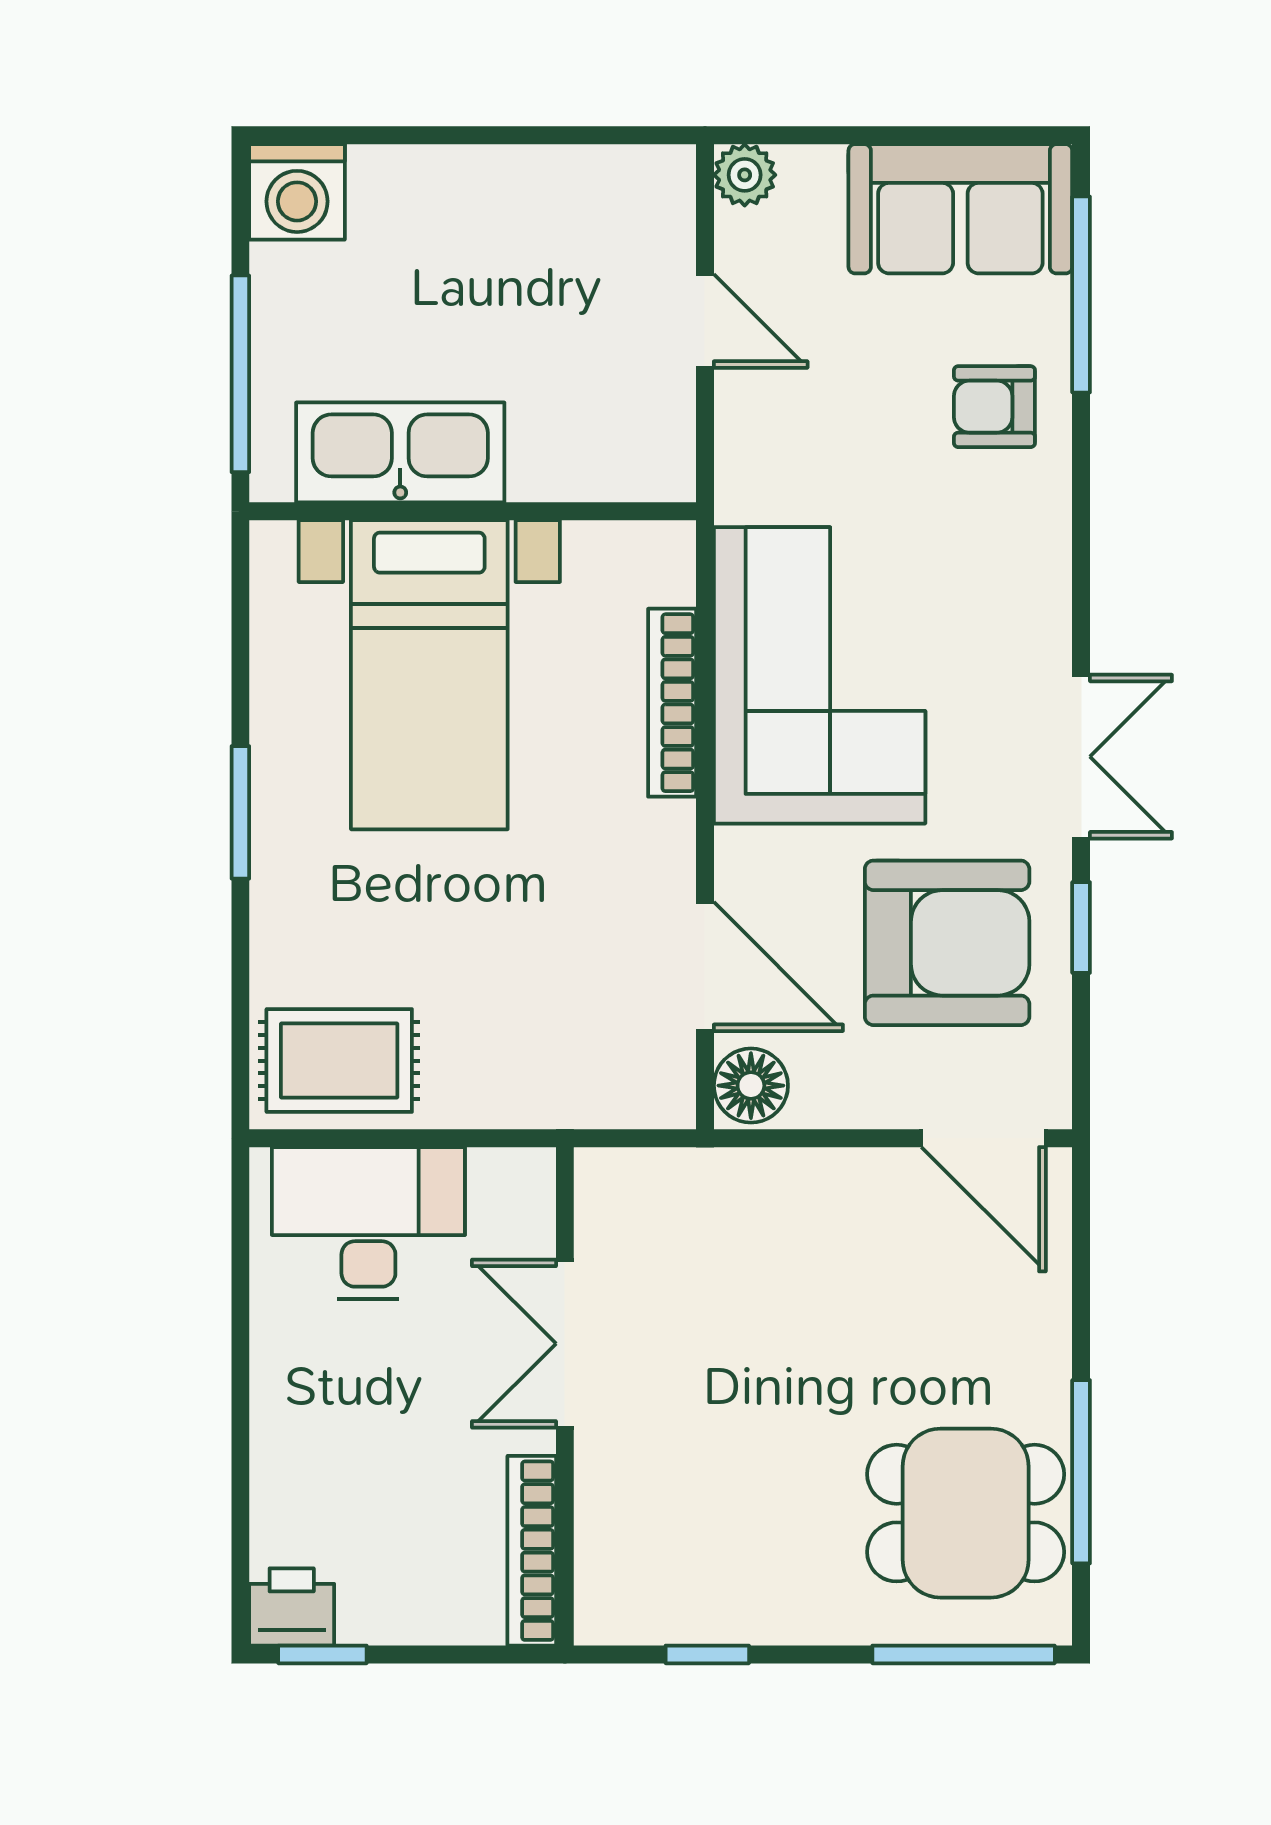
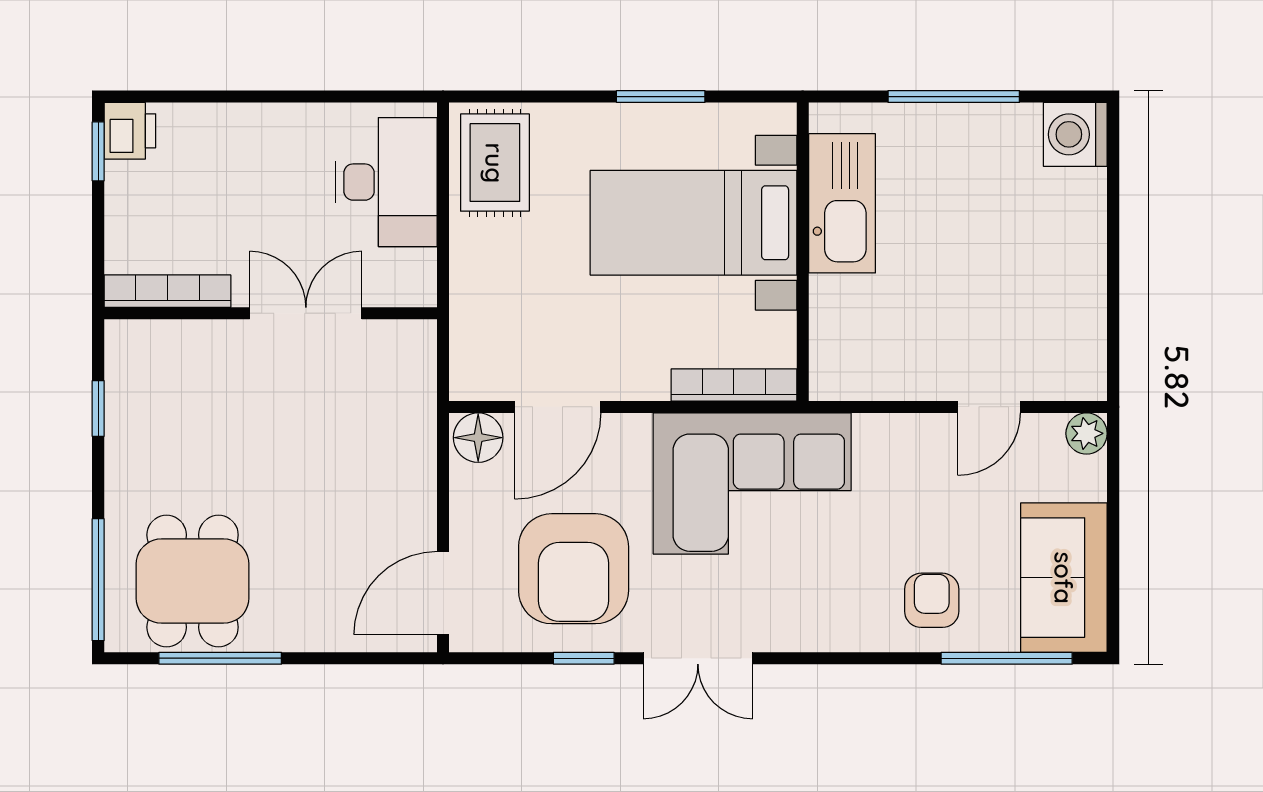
kitchen sink: (400, 452) -> (842, 203), moved
wall: (473, 511) -> (803, 252), moved
bed with nightstands: (429, 675) -> (694, 223), moved

